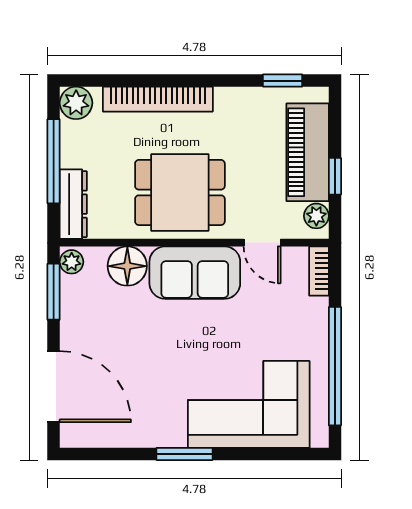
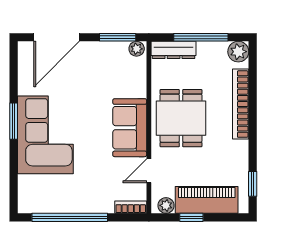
floor lamp: (127, 266) -> (134, 84), removed
corner sofa: (249, 404) -> (45, 135), moved

